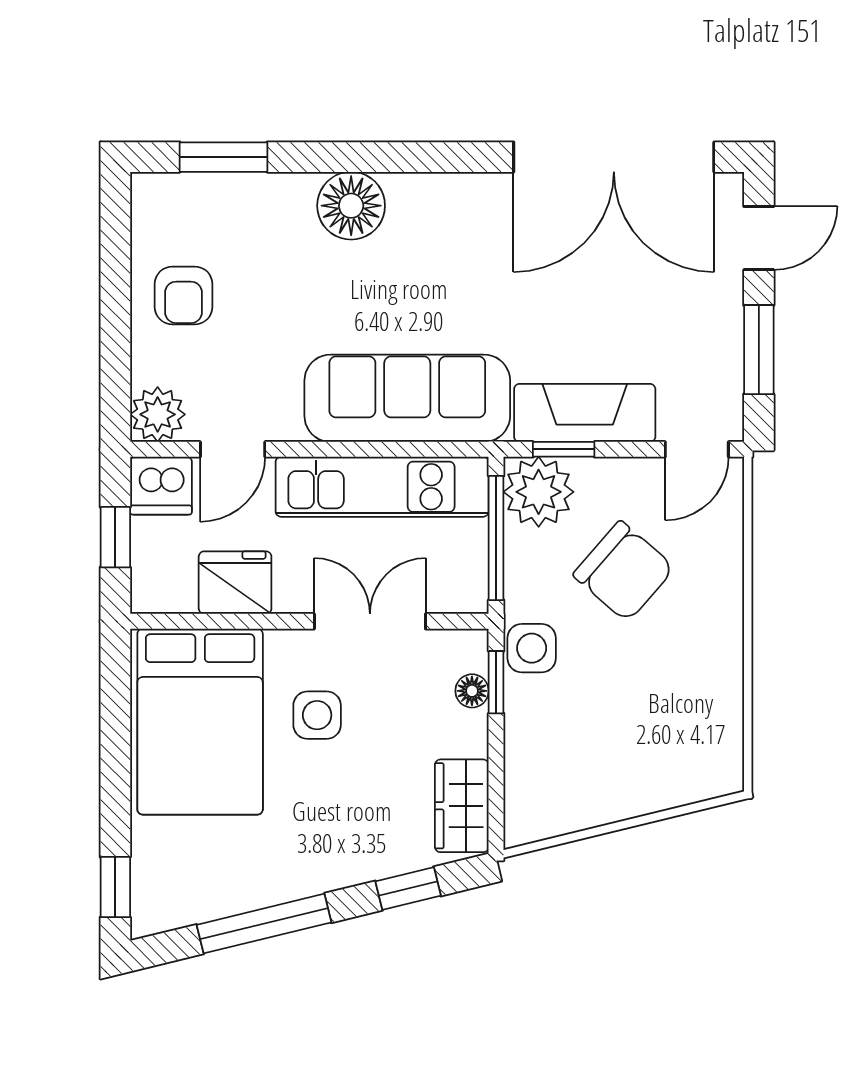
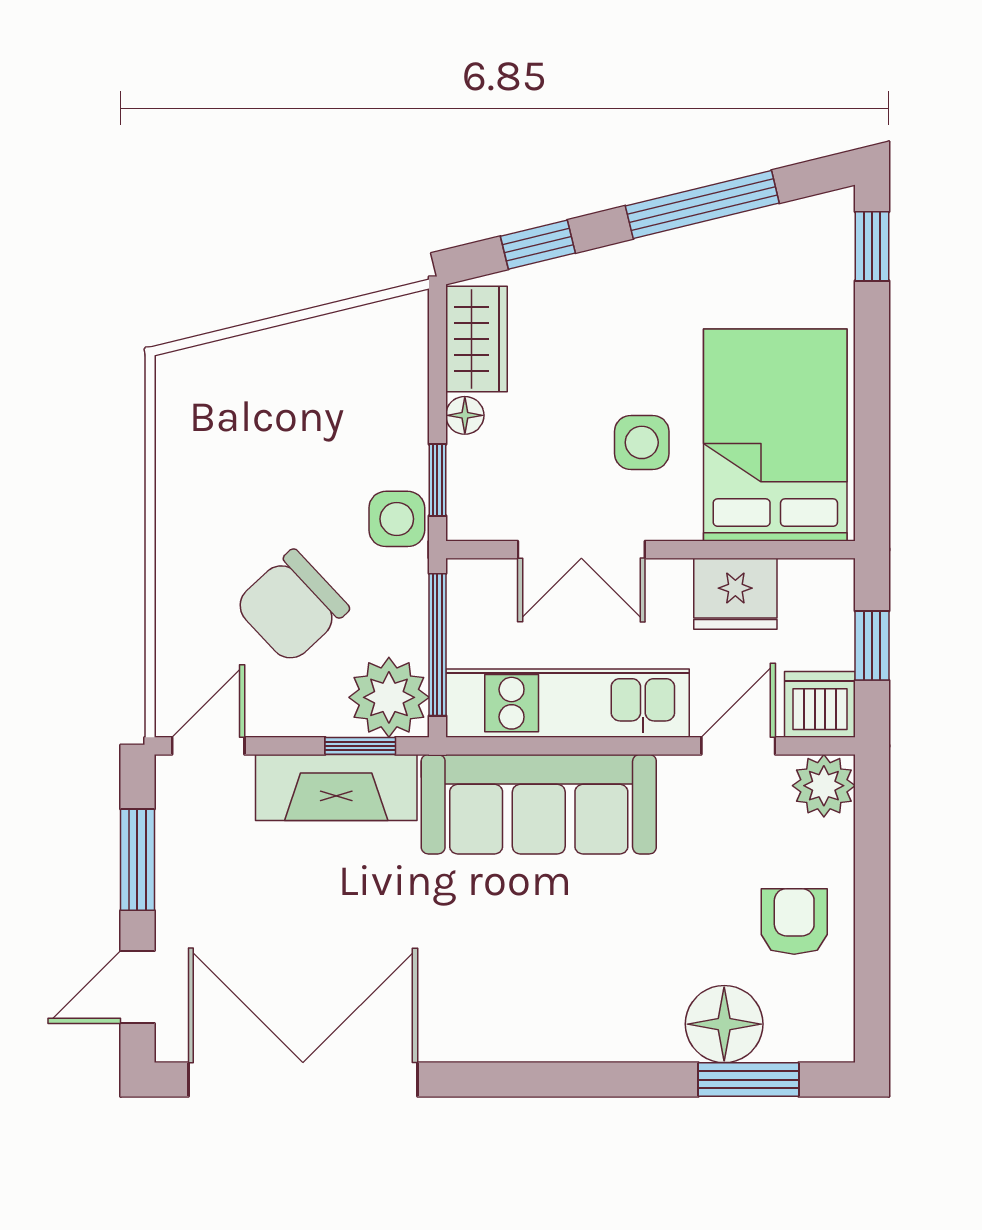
floor lamp: (351, 206) -> (724, 1024), moved
chair: (624, 571) -> (292, 607), turned -84
floor lamp: (472, 691) -> (465, 415), moved

